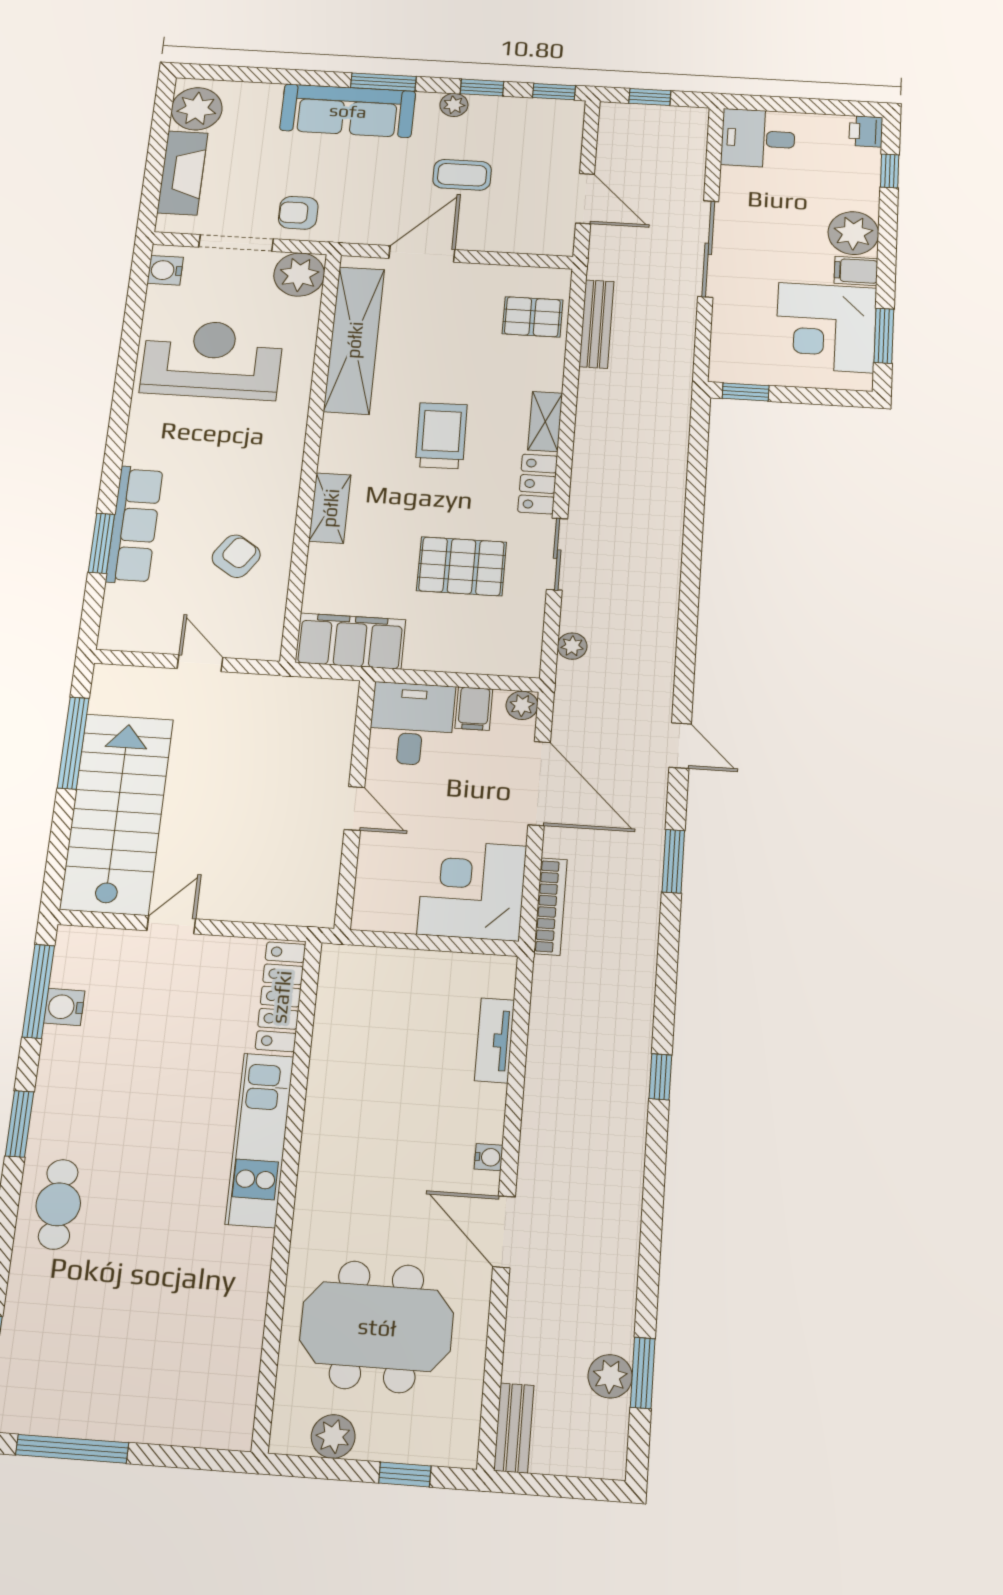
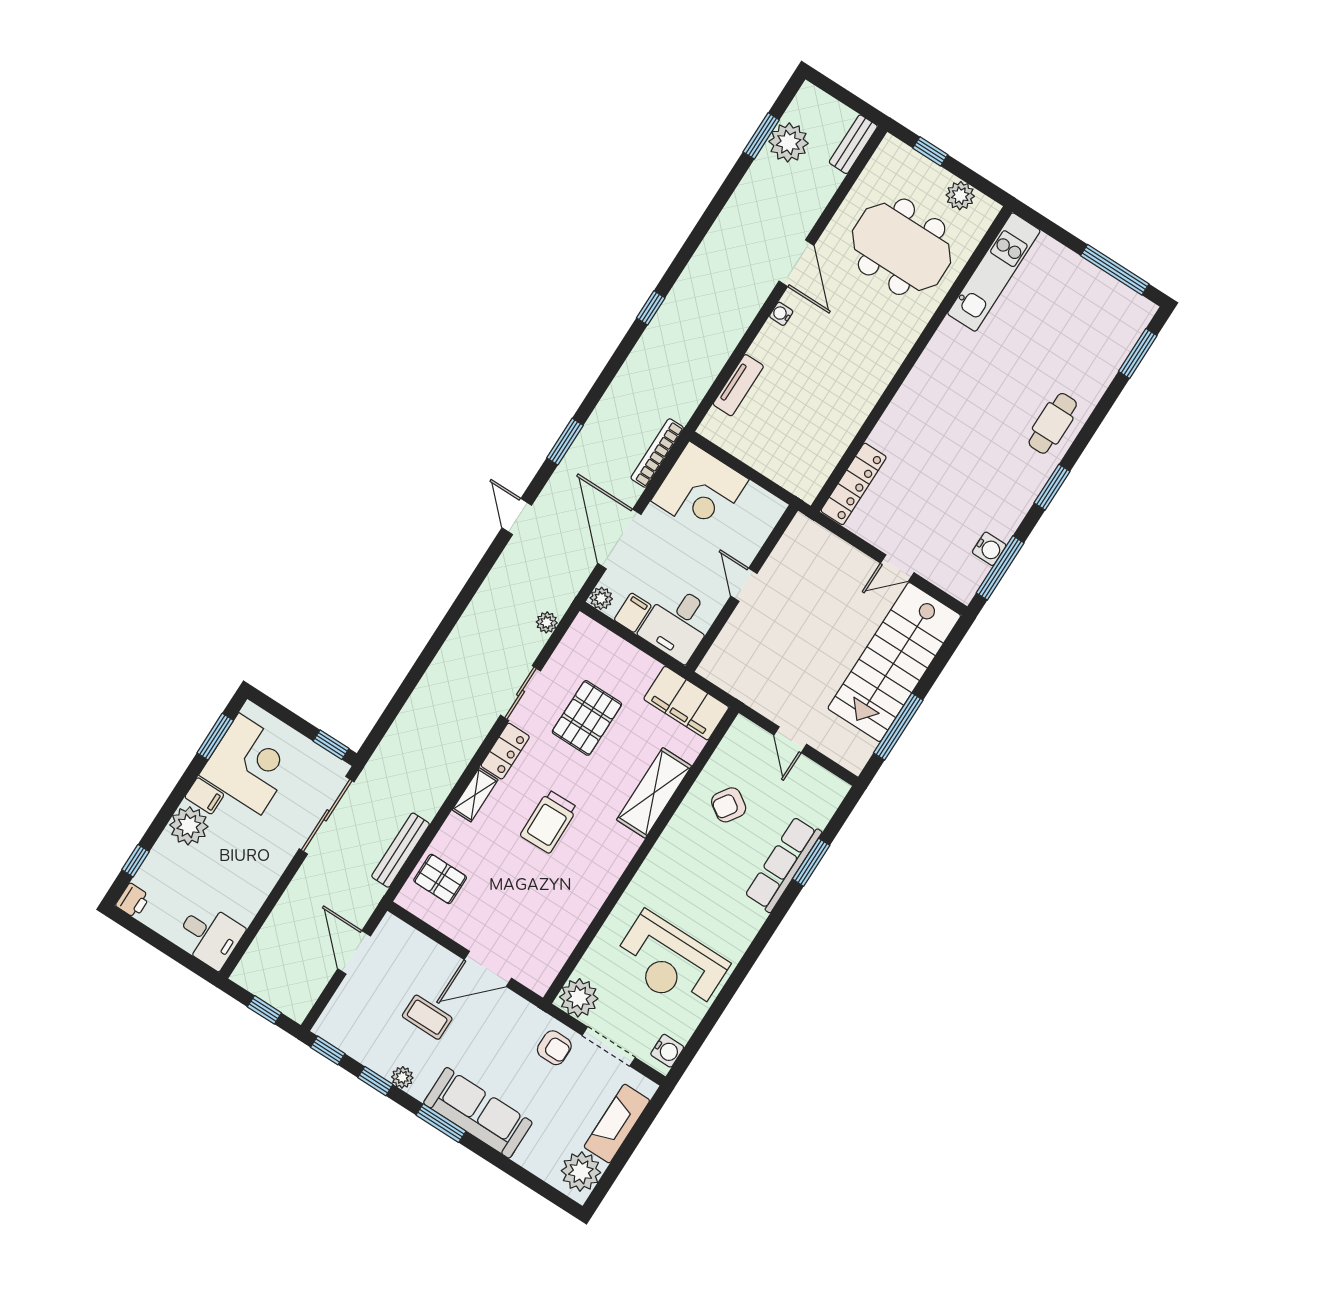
sliding door: (708, 249) -> (327, 815), moved
shelving: (354, 340) -> (568, 926), removed
shelving: (330, 508) -> (654, 793), width x1.50, depth x1.33
pallet: (461, 566) -> (587, 718), turned 90
kitchen unit: (260, 1140) -> (994, 272), moved
plant: (610, 1376) -> (788, 142), width x1.36, depth x1.36

